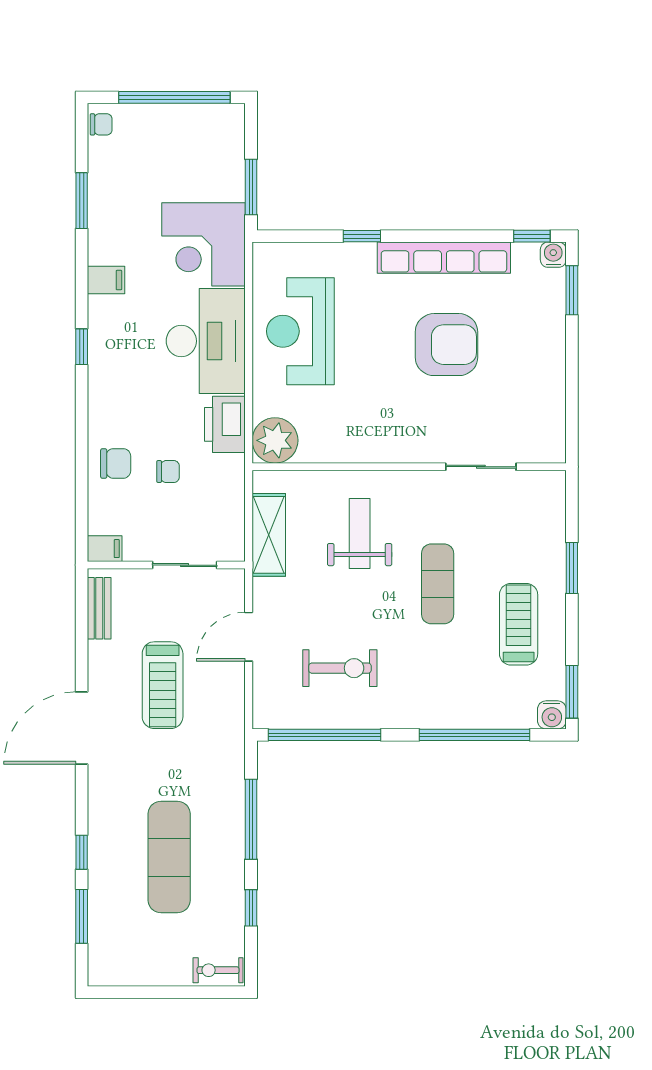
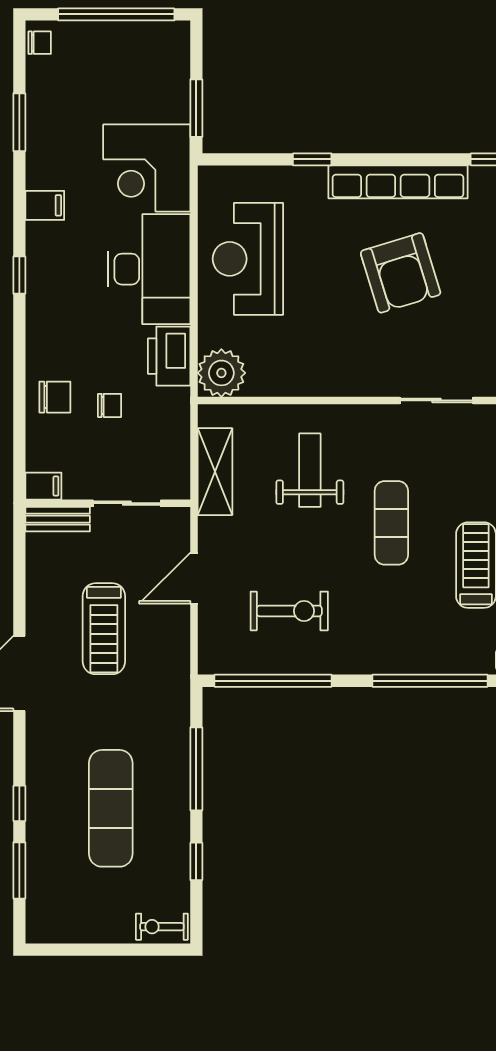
armchair: (446, 345) -> (401, 273), turned 73
bench: (99, 608) -> (58, 519), moved, turned 90

